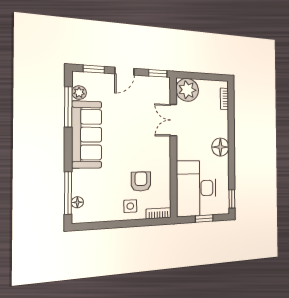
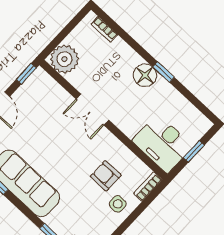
double door: (173, 120) -> (92, 110), moved
desk: (196, 188) -> (162, 143), width x0.73, depth x0.77
window: (232, 199) -> (163, 72), moved

